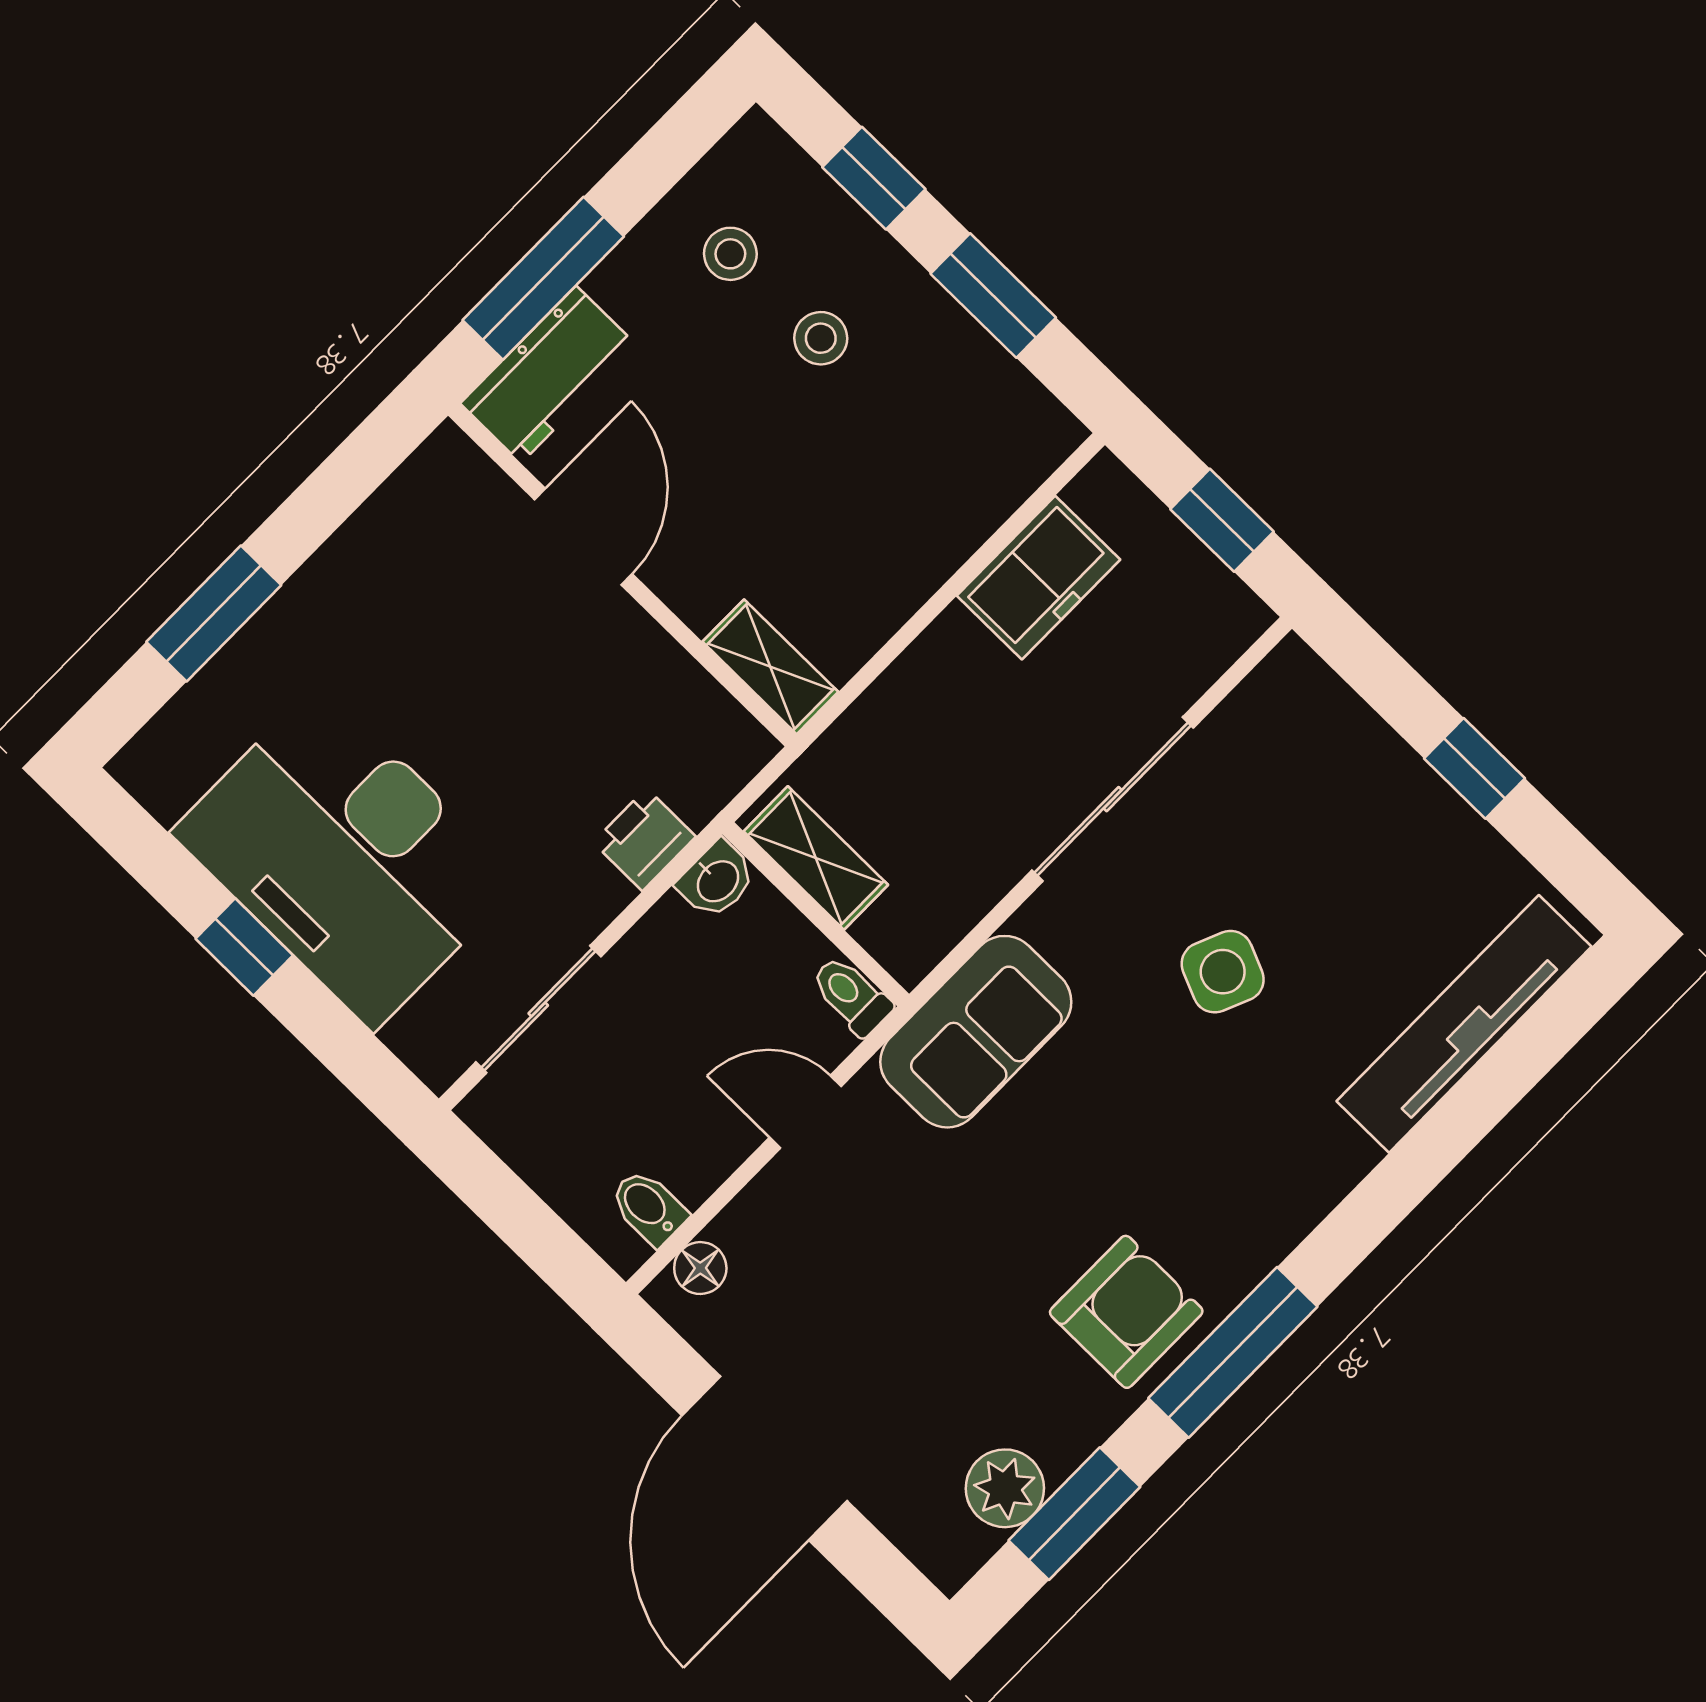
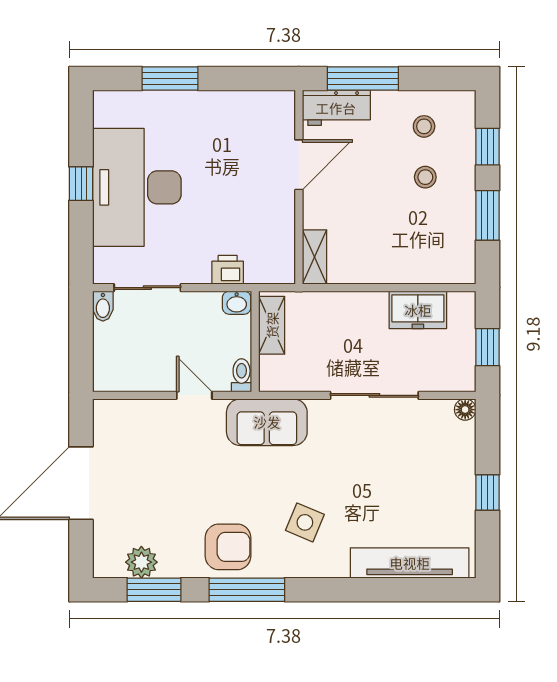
side table: (1223, 972) -> (305, 522), moved
bidet: (648, 1207) -> (103, 306), moved, turned 180
floor lamp: (700, 1268) -> (465, 410), moved

